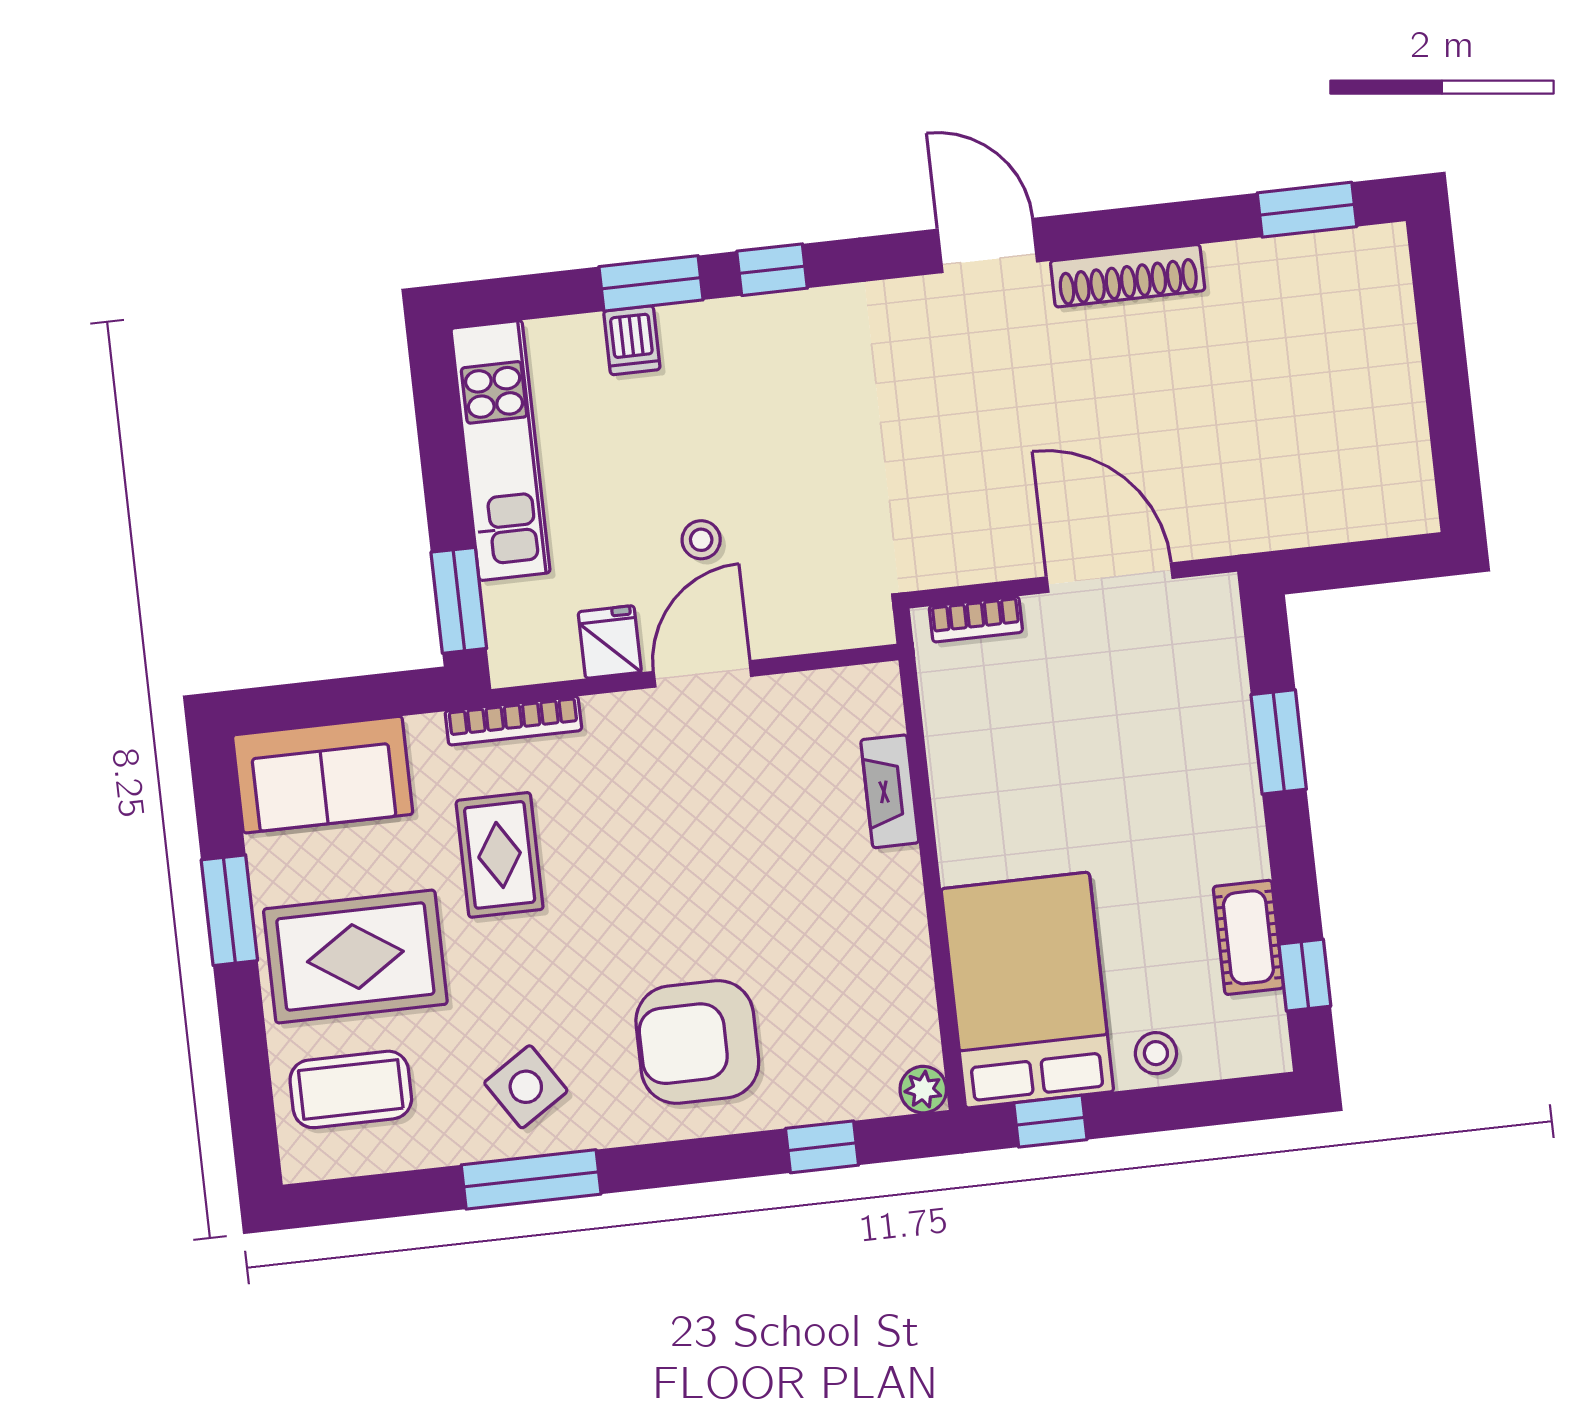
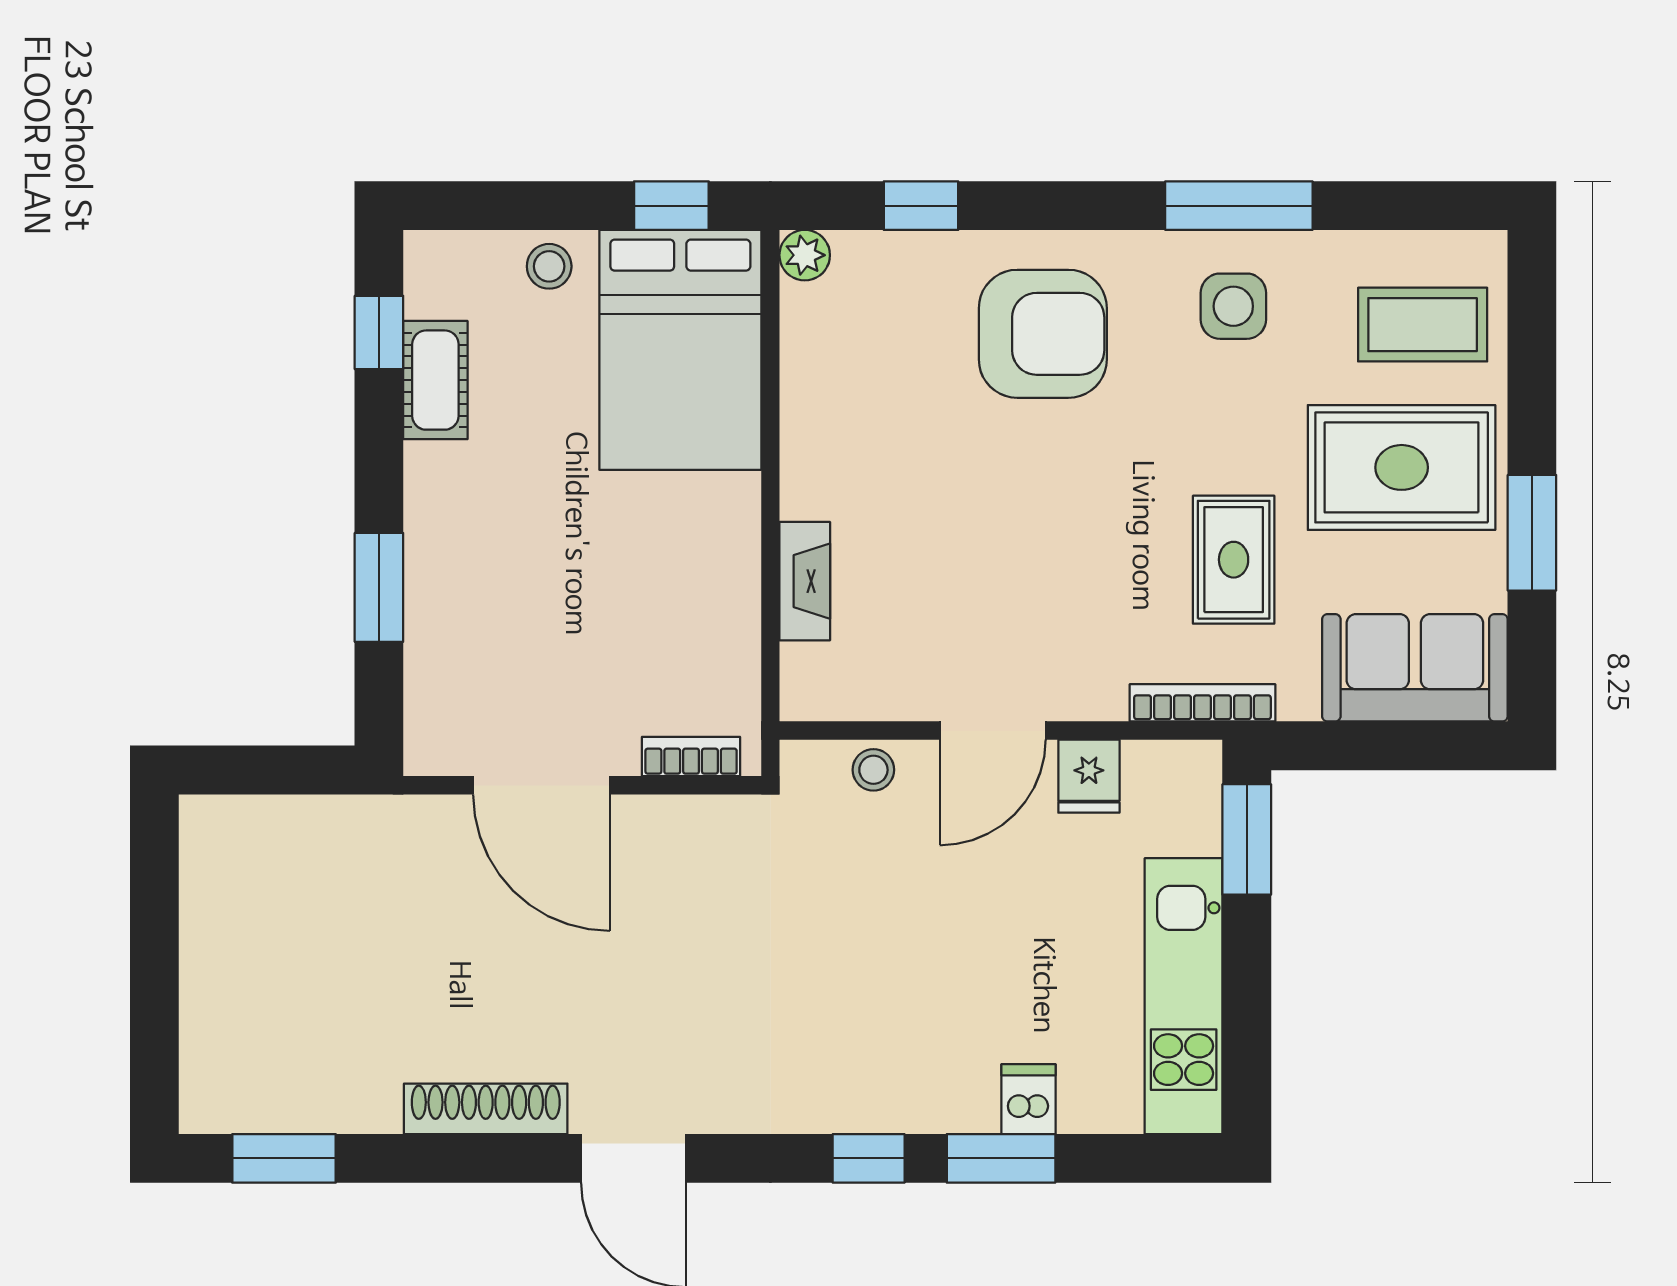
stool: (701, 540) -> (873, 770), moved
side table: (526, 1087) -> (1233, 306), turned 33

